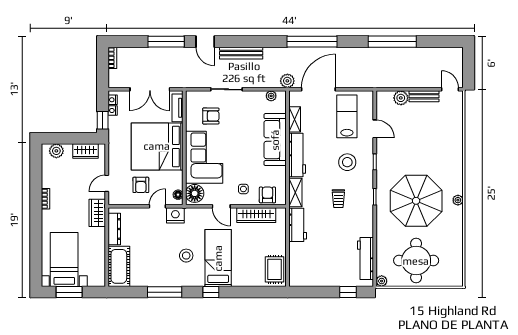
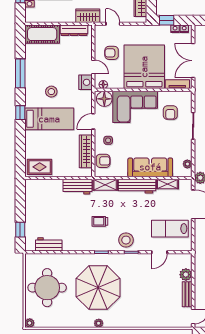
lab bench: (347, 116) -> (170, 229), turned 180
stool: (347, 162) -> (126, 240), moved
workbench: (365, 259) -> (49, 244), width x0.73
plant: (382, 281) -> (30, 323), moved

